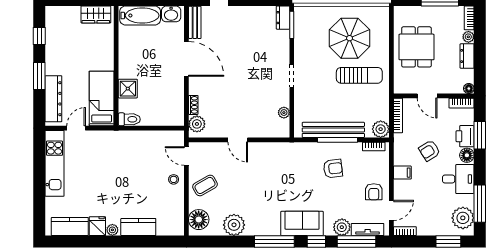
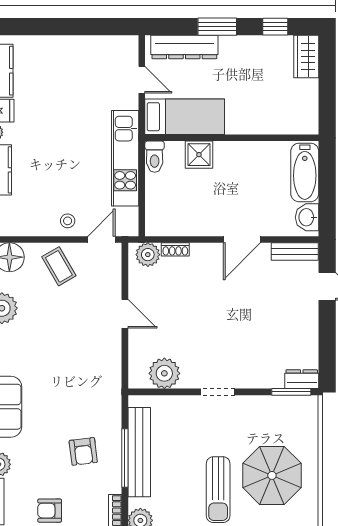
wardrobe: (96, 14) -> (306, 56), moved
door: (186, 59) -> (242, 239), width x0.73
plant: (284, 113) -> (164, 373), width x1.88, depth x1.88
door: (238, 140) -> (125, 314), swing flipped
kitchen unit: (55, 163) -> (125, 158), moved, turned 90

